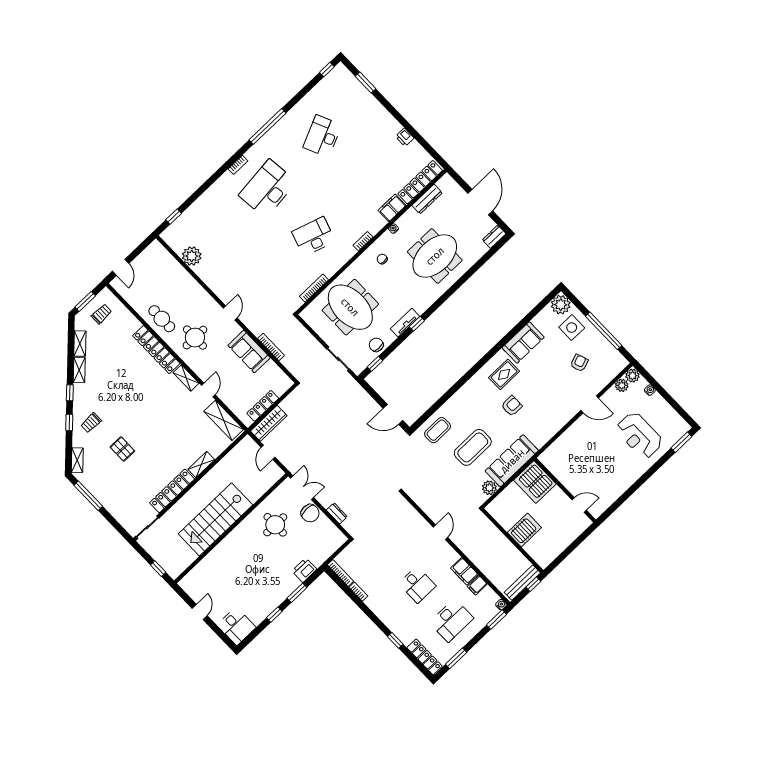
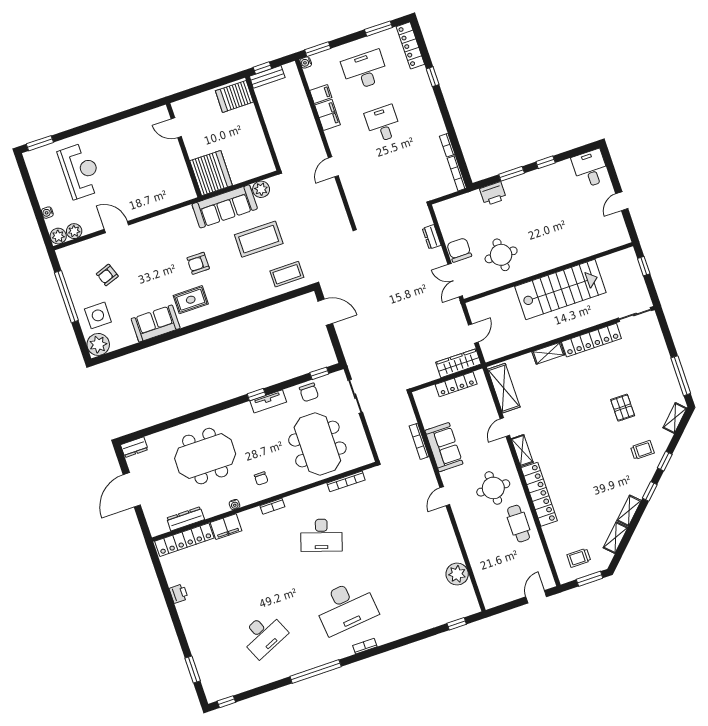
server rack: (524, 530) -> (234, 96), moved
bench: (522, 583) -> (267, 77), width x0.73

